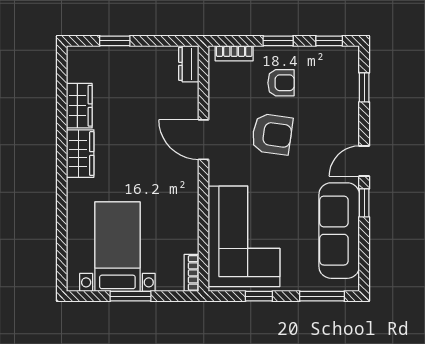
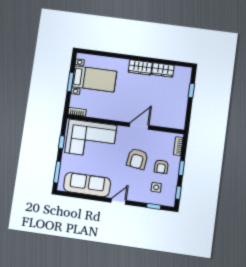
dresser: (189, 64) -> (176, 124), removed
side table: (325, 87) -> (156, 187), added
door: (364, 161) -> (119, 201), hinge flipped
window: (364, 203) -> (98, 199), removed

